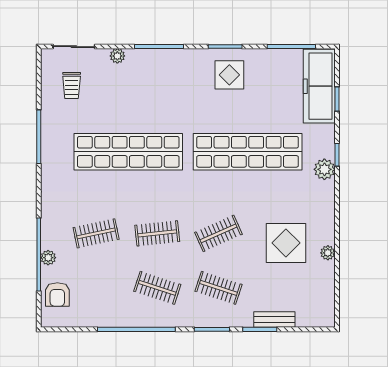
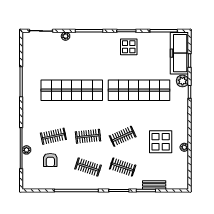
trolley: (72, 86) -> (40, 53), removed
plant: (324, 169) -> (182, 81), moved
armchair: (57, 295) -> (50, 160), moved

